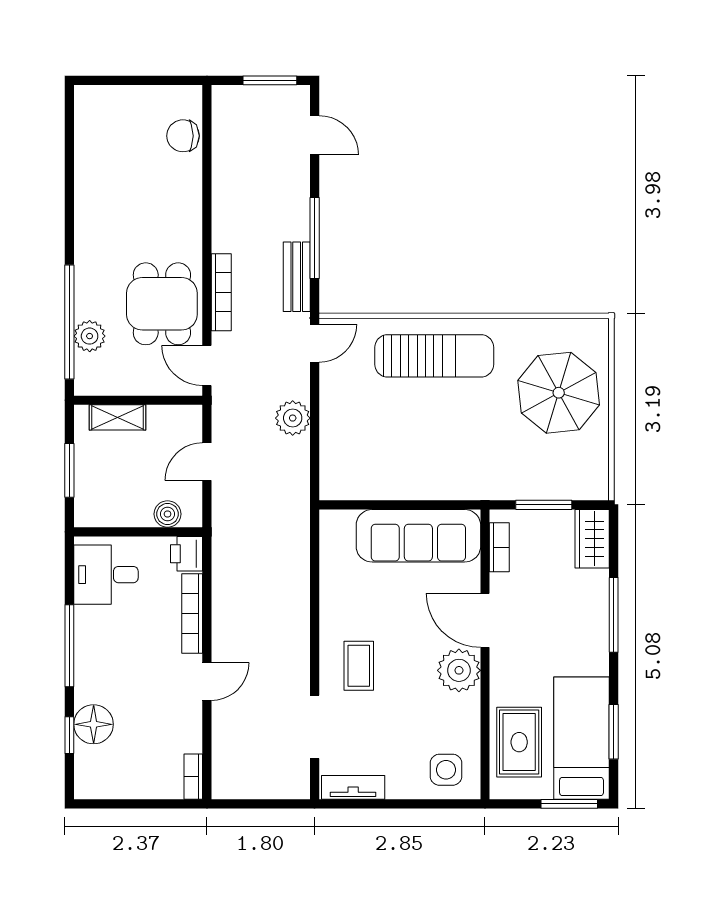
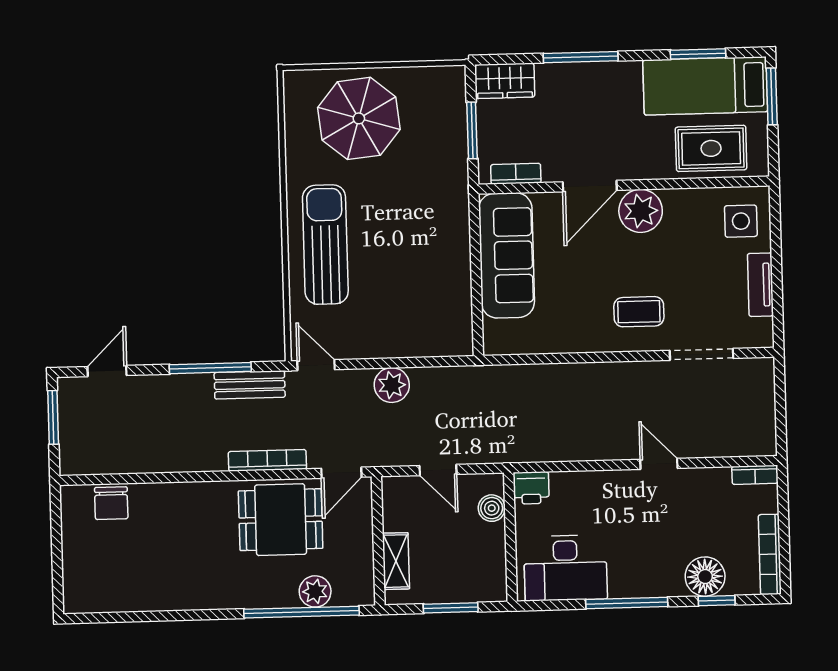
desk: (106, 575) -> (565, 568), width x1.37
bookcase: (192, 614) -> (770, 554), moved, turned 90
tv unit: (353, 787) -> (760, 285), moved

